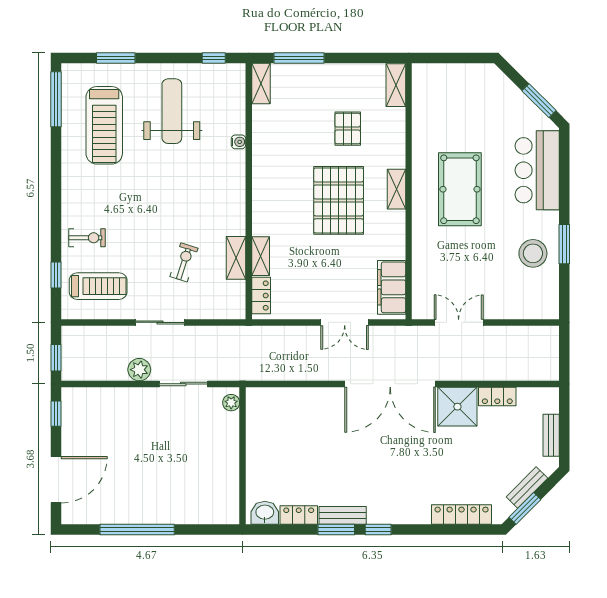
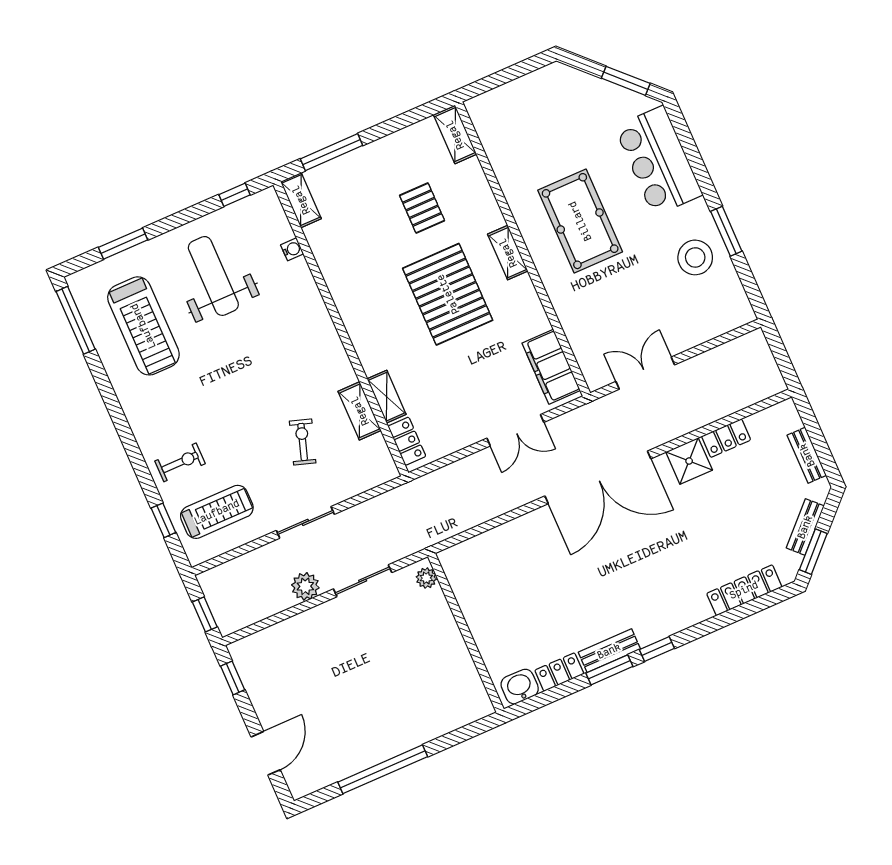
water cooler: (239, 142) -> (292, 249), moved
shower: (457, 407) -> (689, 461), width x0.73, depth x0.73
door: (56, 480) -> (266, 753), width x0.73

